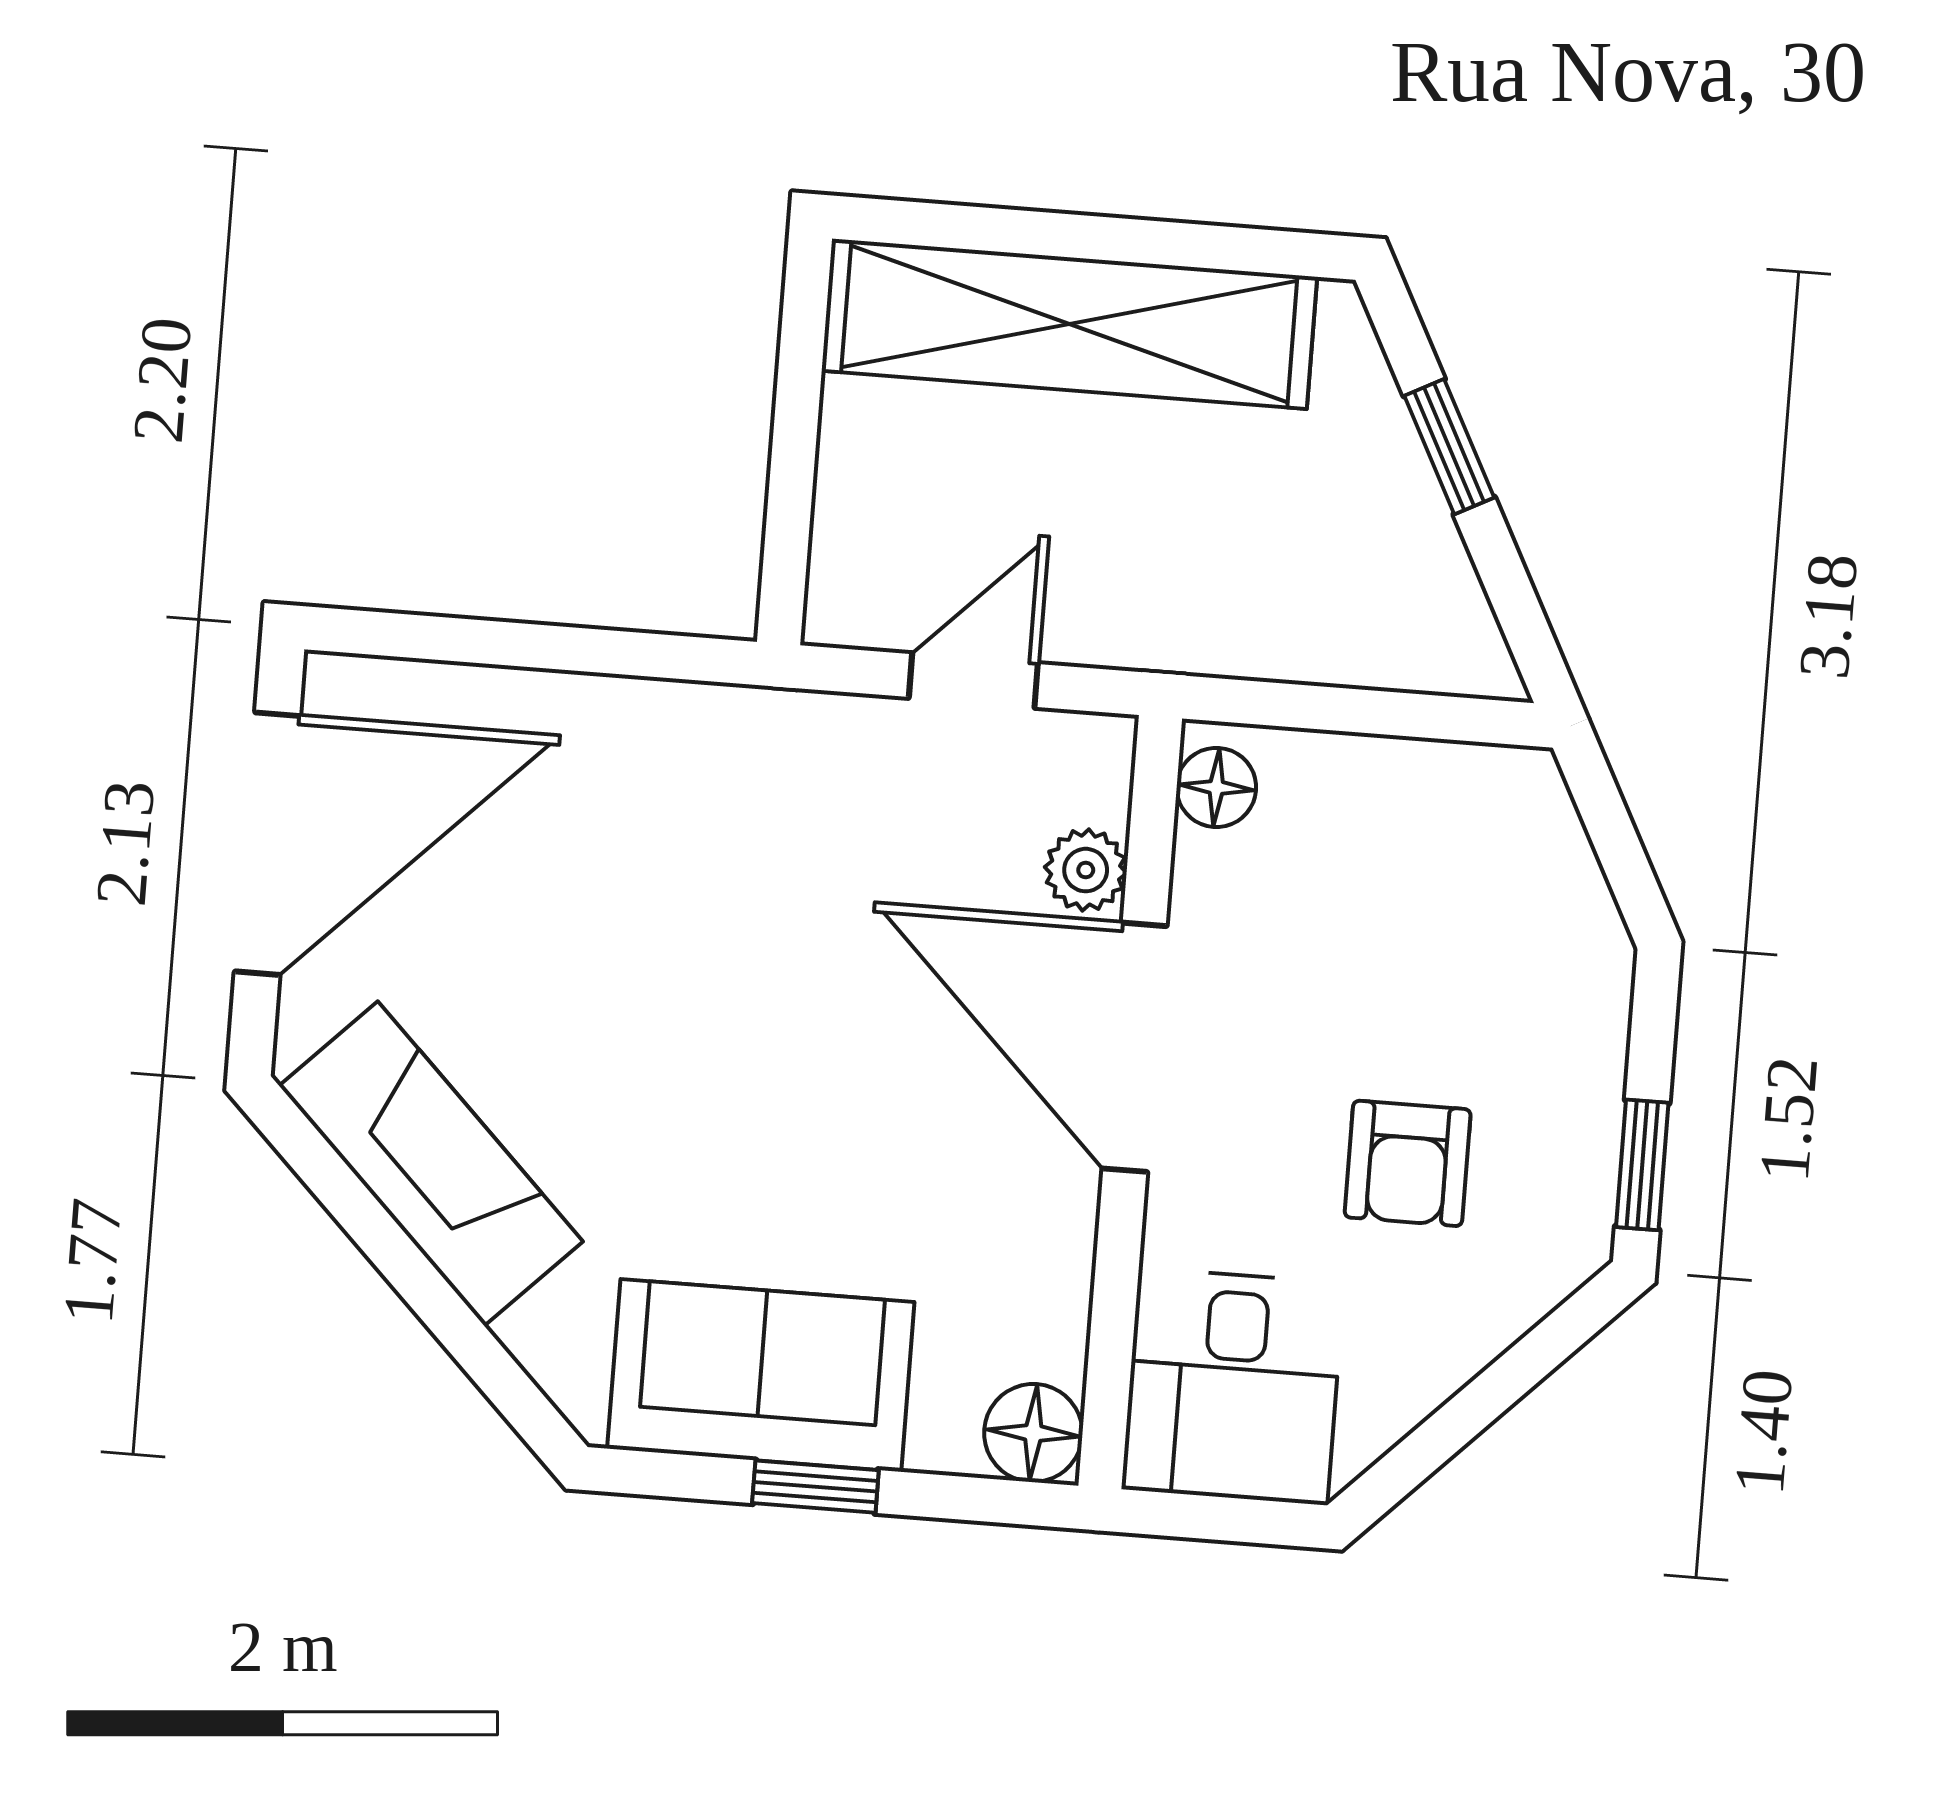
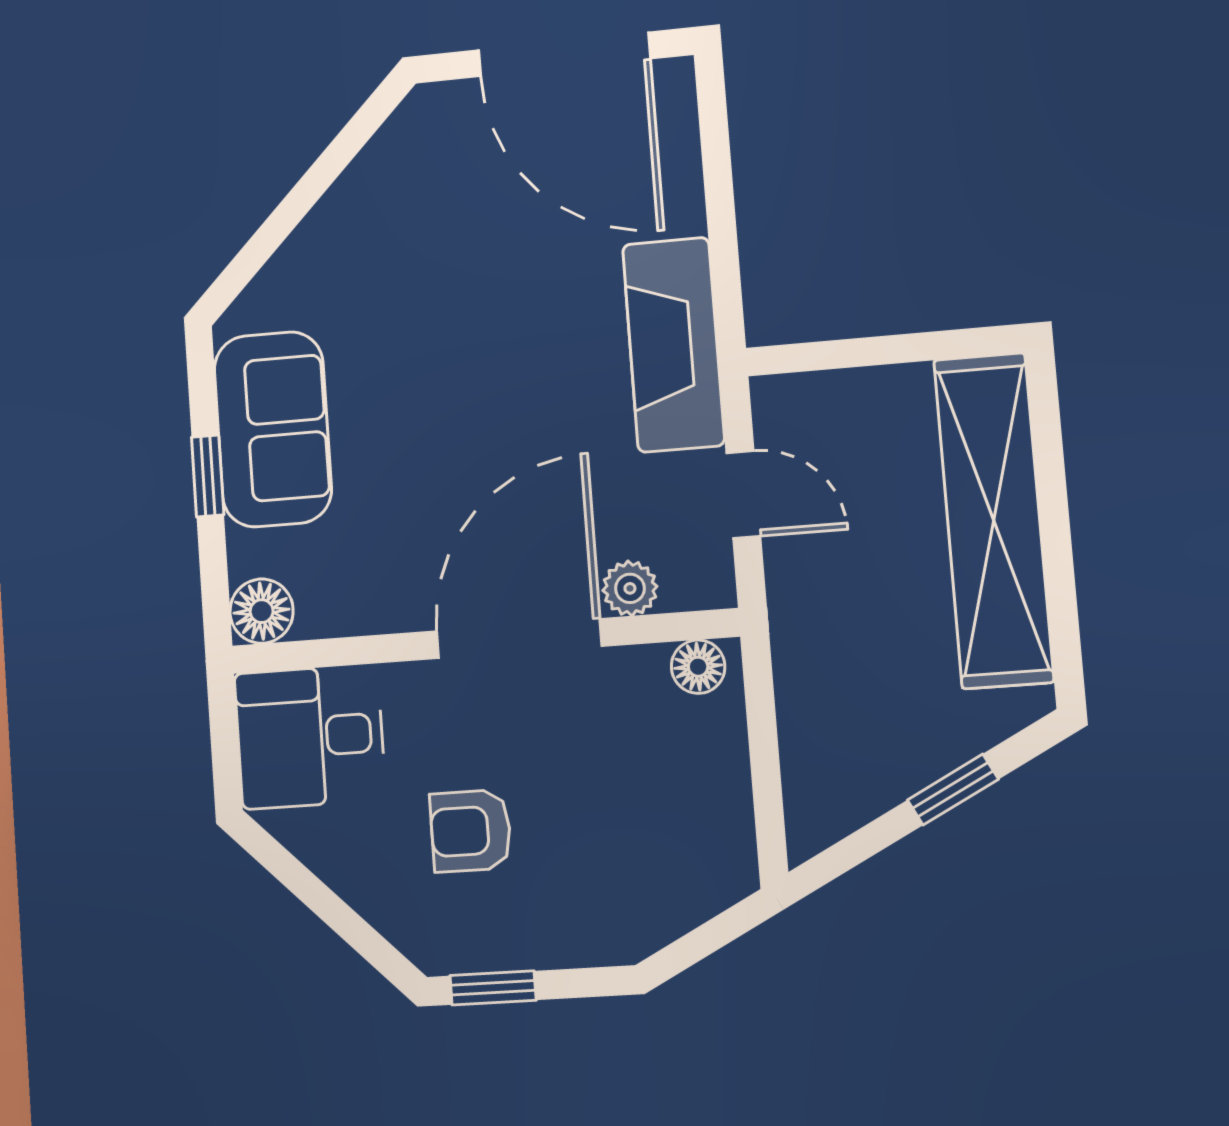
fireplace: (431, 1164) -> (673, 345), moved, turned 135

